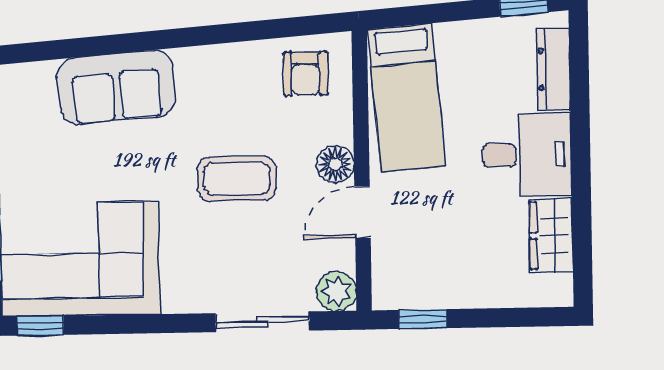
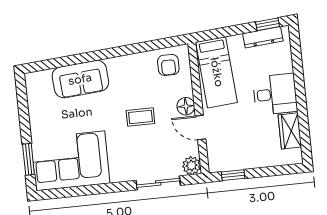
dresser: (554, 69) -> (263, 37), moved, turned -94
coffee table: (237, 179) -> (140, 117), width x0.73, depth x0.77
door: (362, 212) -> (201, 128), hinge flipped
window: (40, 326) -> (54, 194), removed

